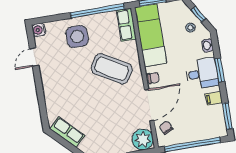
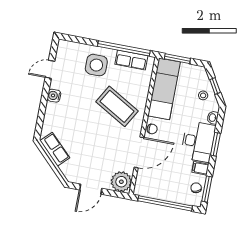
row of seats: (126, 25) -> (131, 60), moved, turned -90
water cooler: (39, 30) -> (54, 96), moved
desk: (202, 74) -> (198, 142), width x1.37
chair: (166, 128) -> (196, 188), moved

